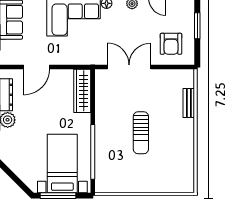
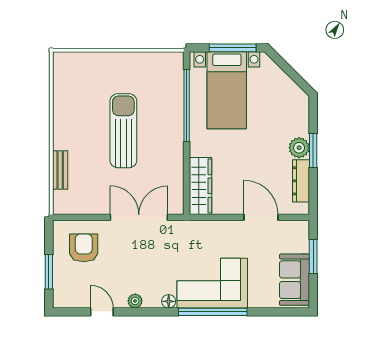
door: (36, 67) -> (261, 217), hinge flipped
double door: (129, 67) -> (139, 217), swing flipped
sun lounger: (141, 133) -> (123, 131), width x1.36, depth x1.34

